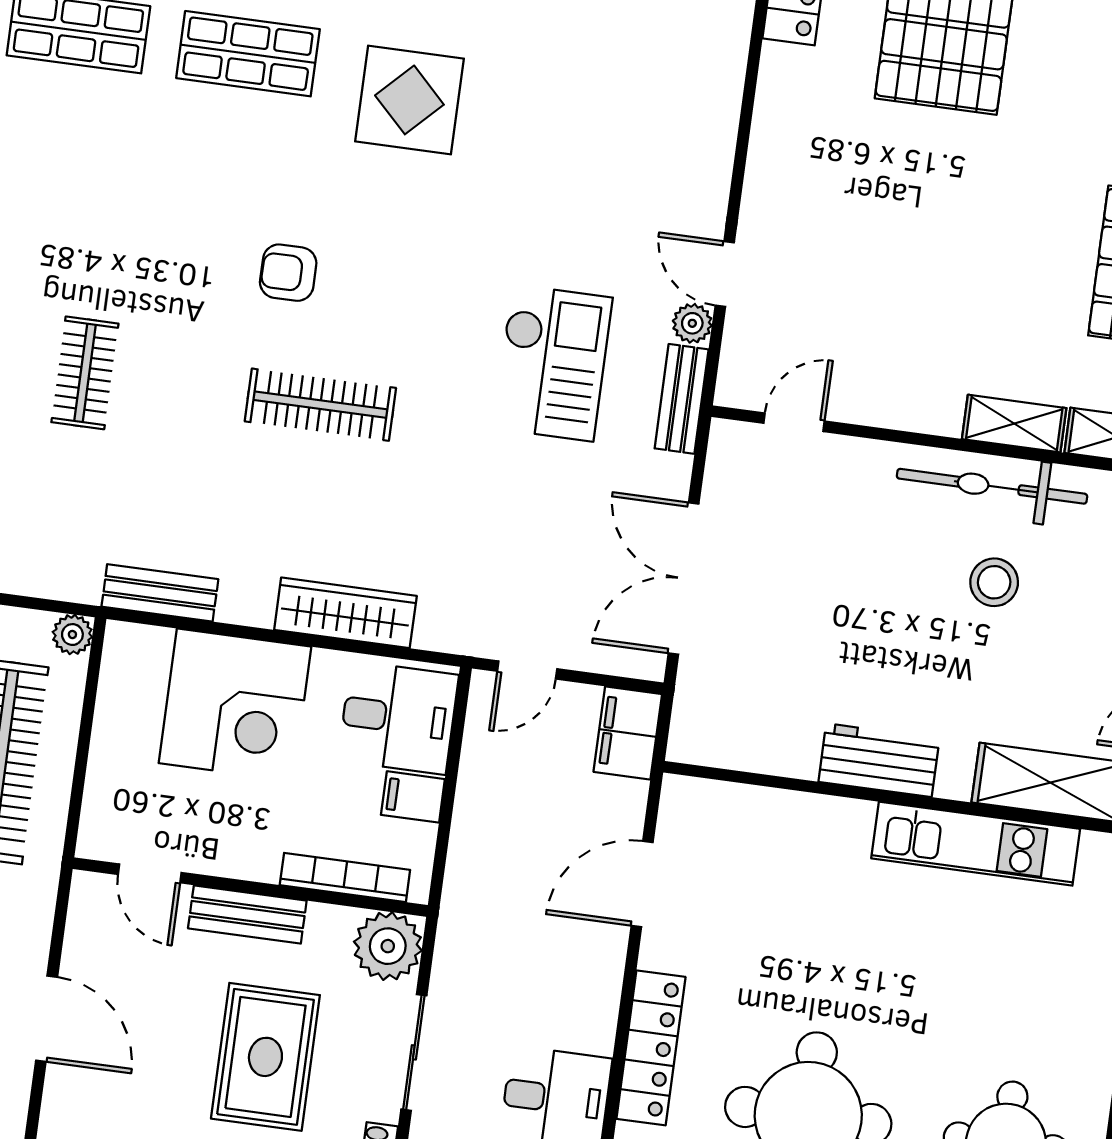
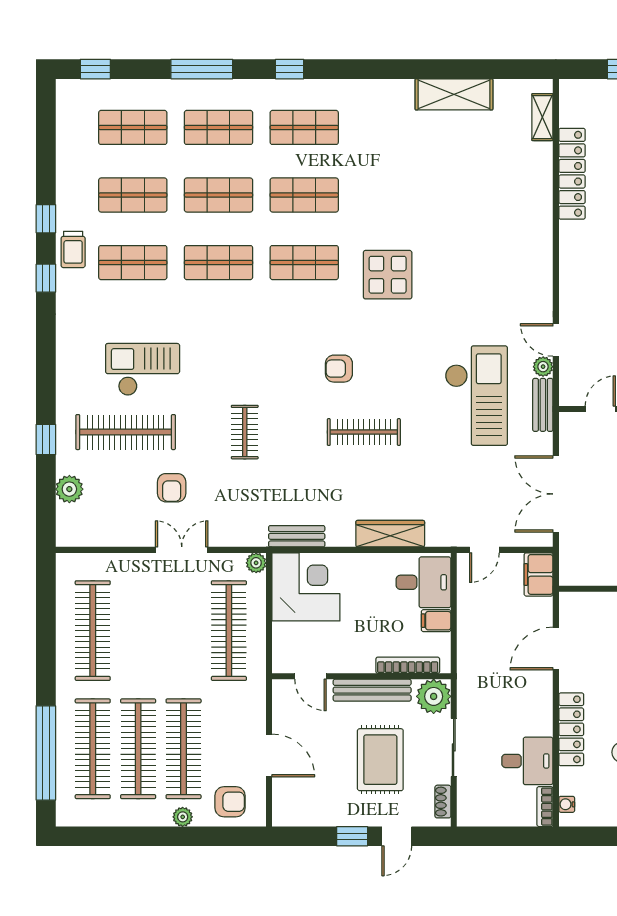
checkout: (553, 363) -> (476, 396), width x1.36, depth x1.21
corner desk: (235, 705) -> (306, 587), moved, turned -90
bench: (247, 914) -> (372, 690), width x1.36

